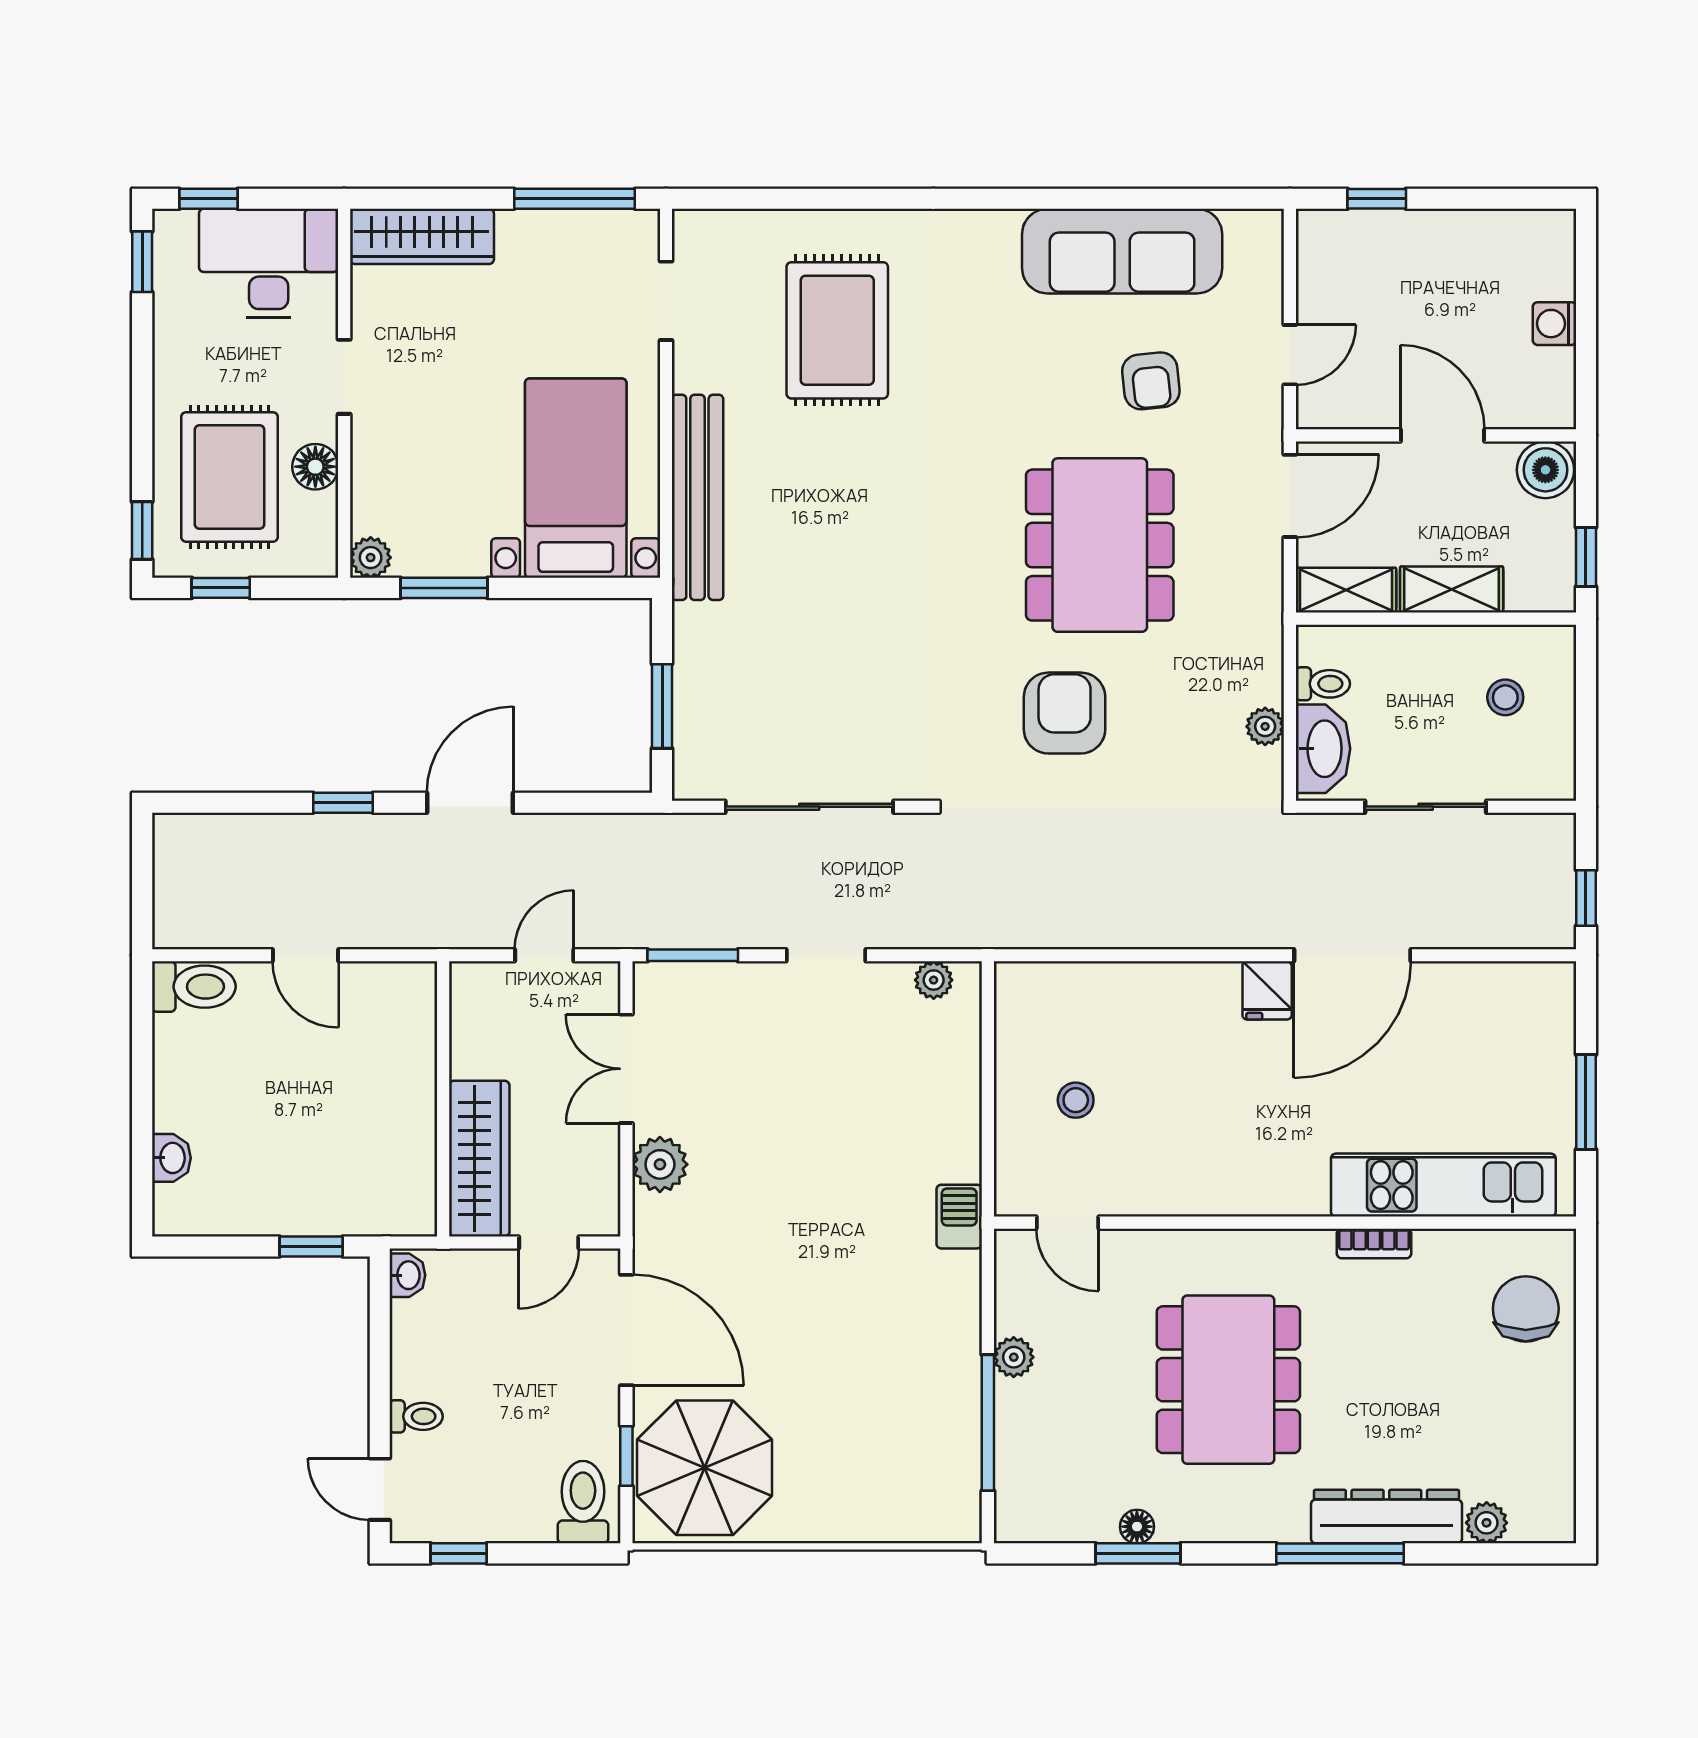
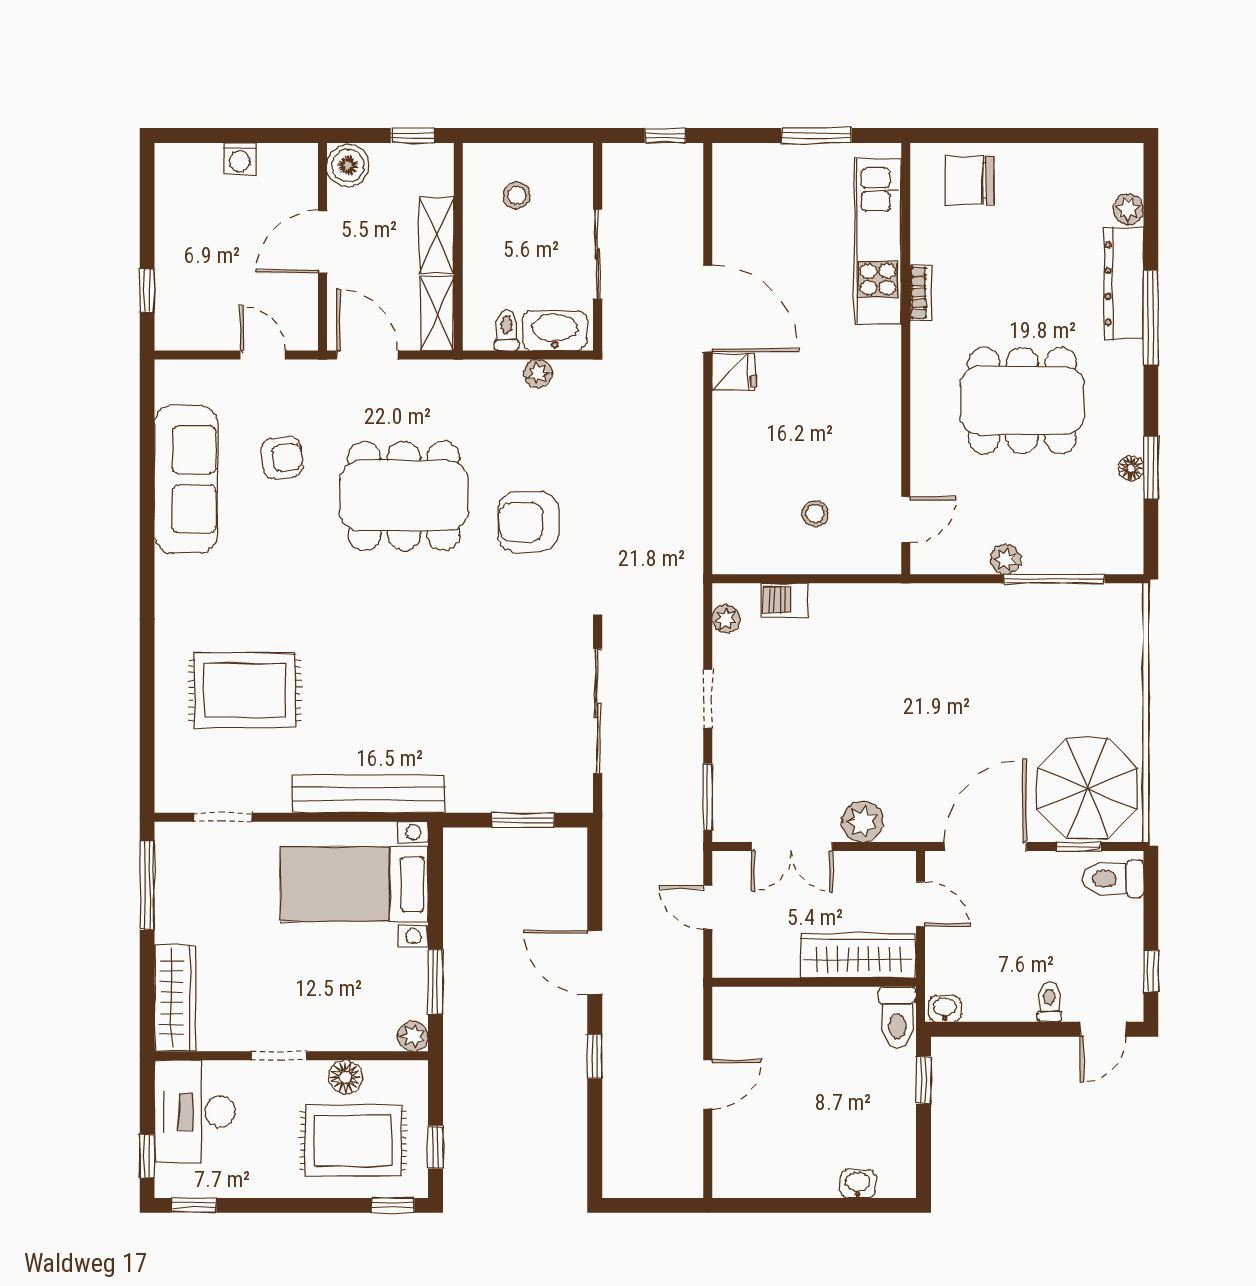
toilet: (194, 987) -> (897, 1018), moved, turned 180
barbecue: (959, 1217) -> (784, 600), moved

